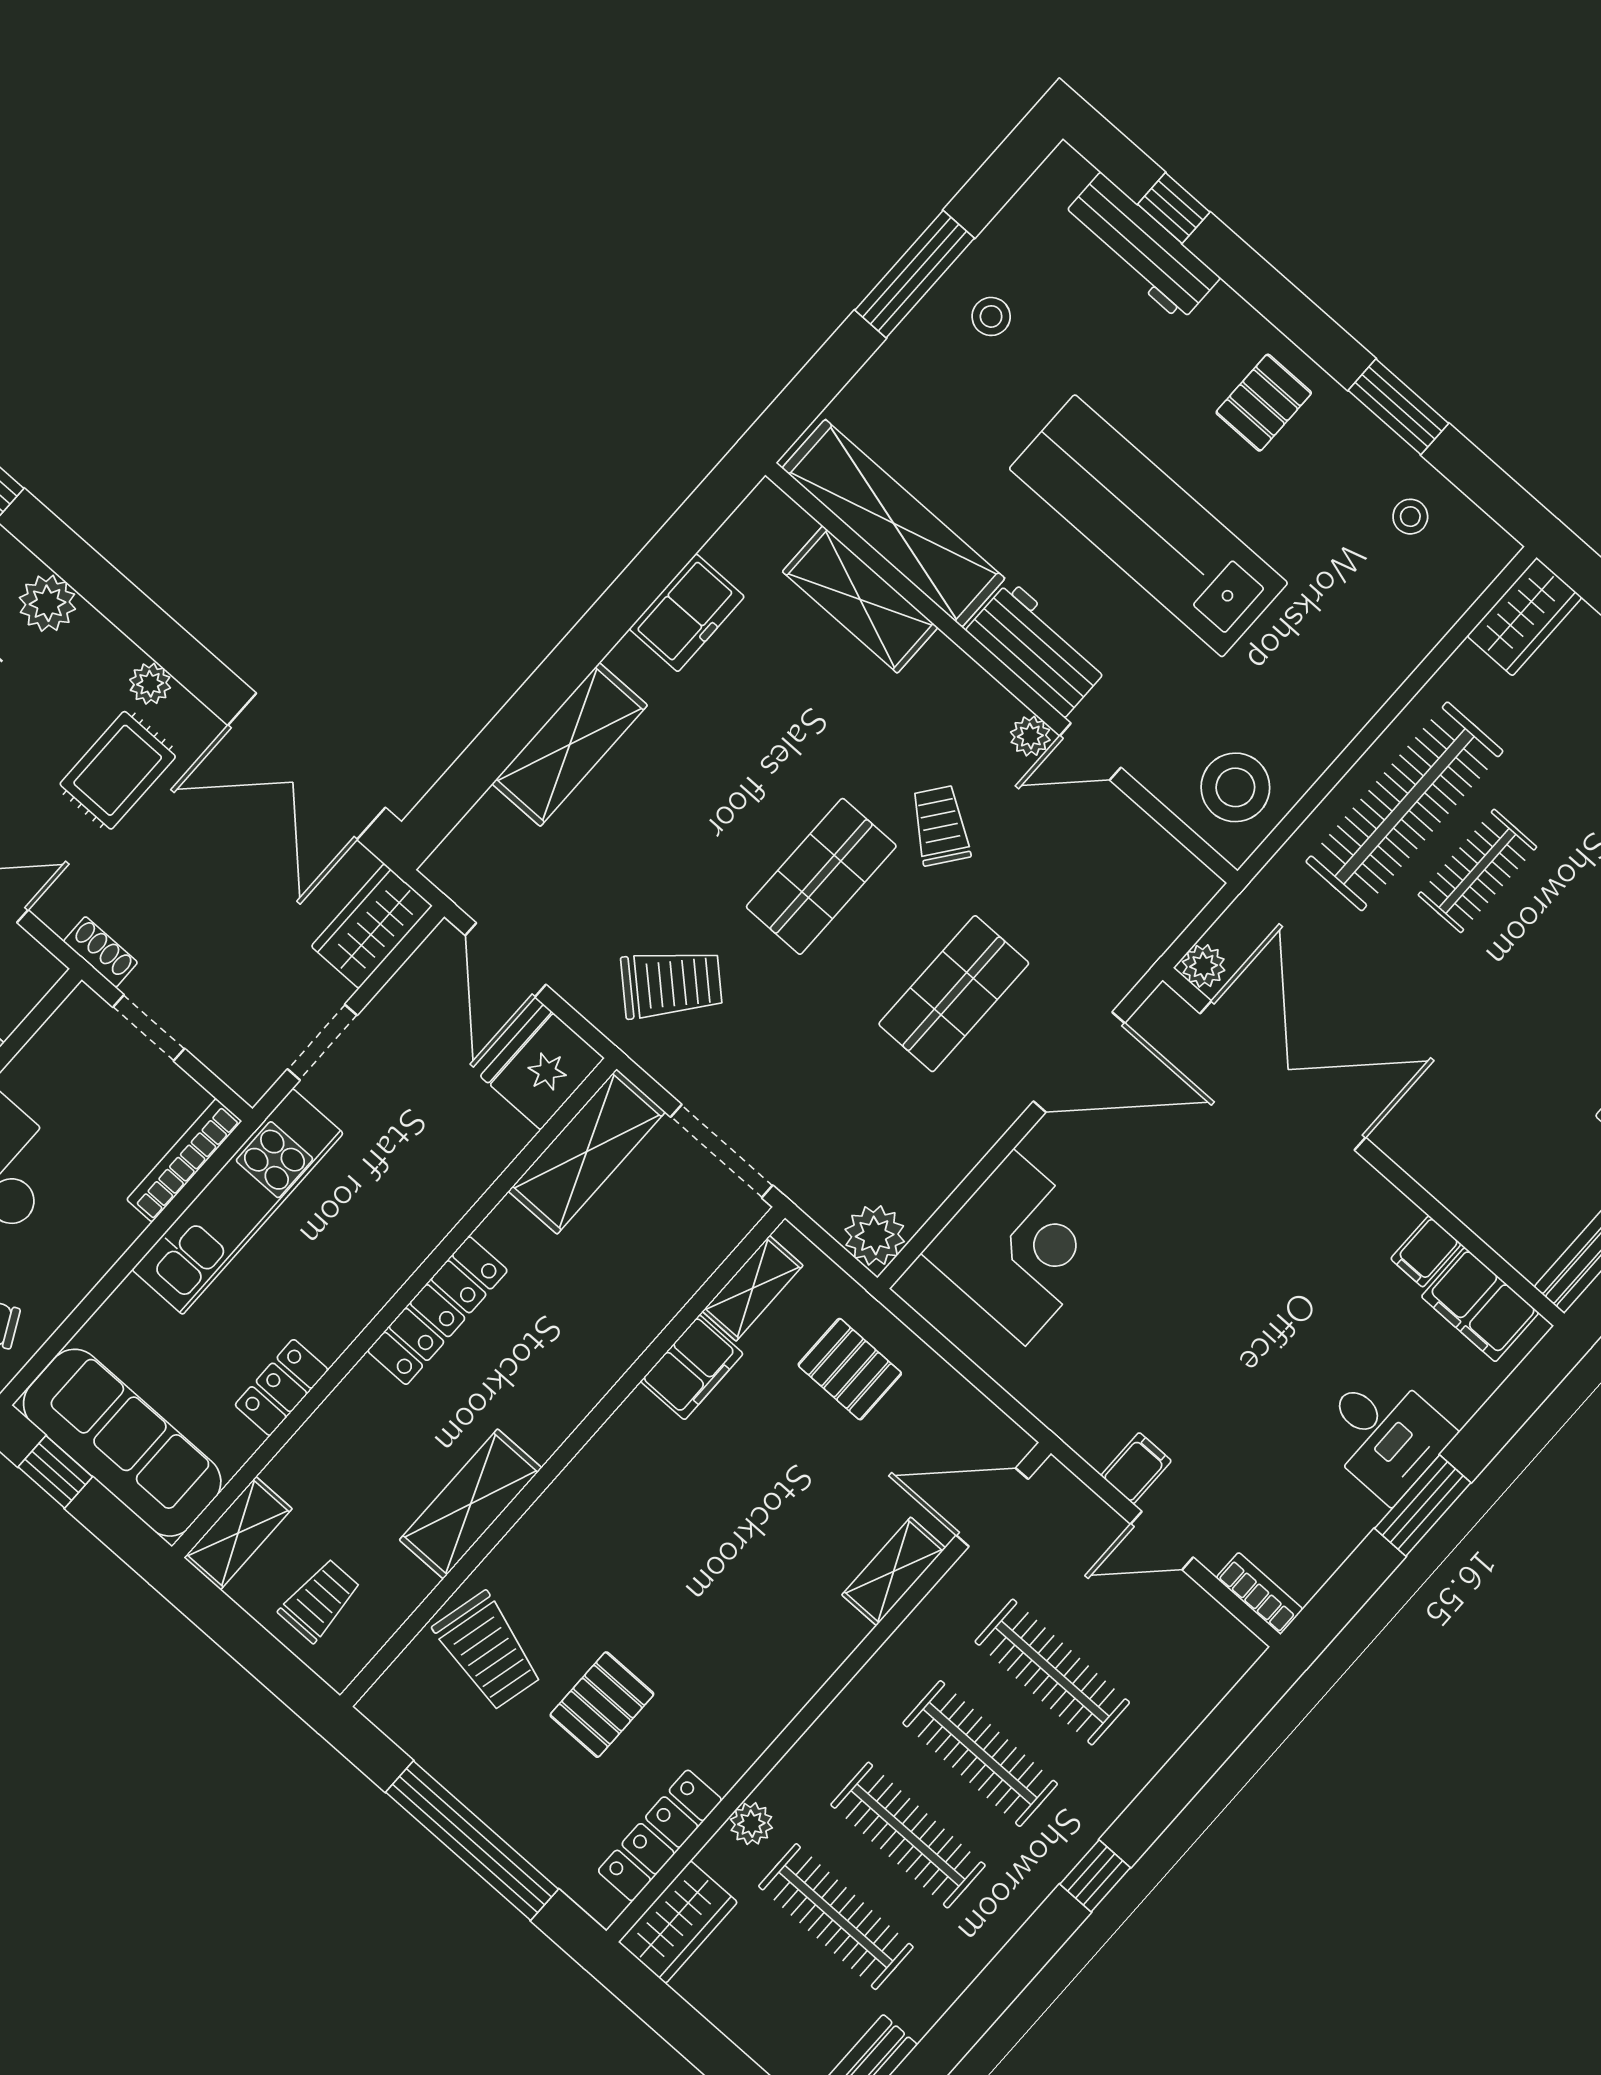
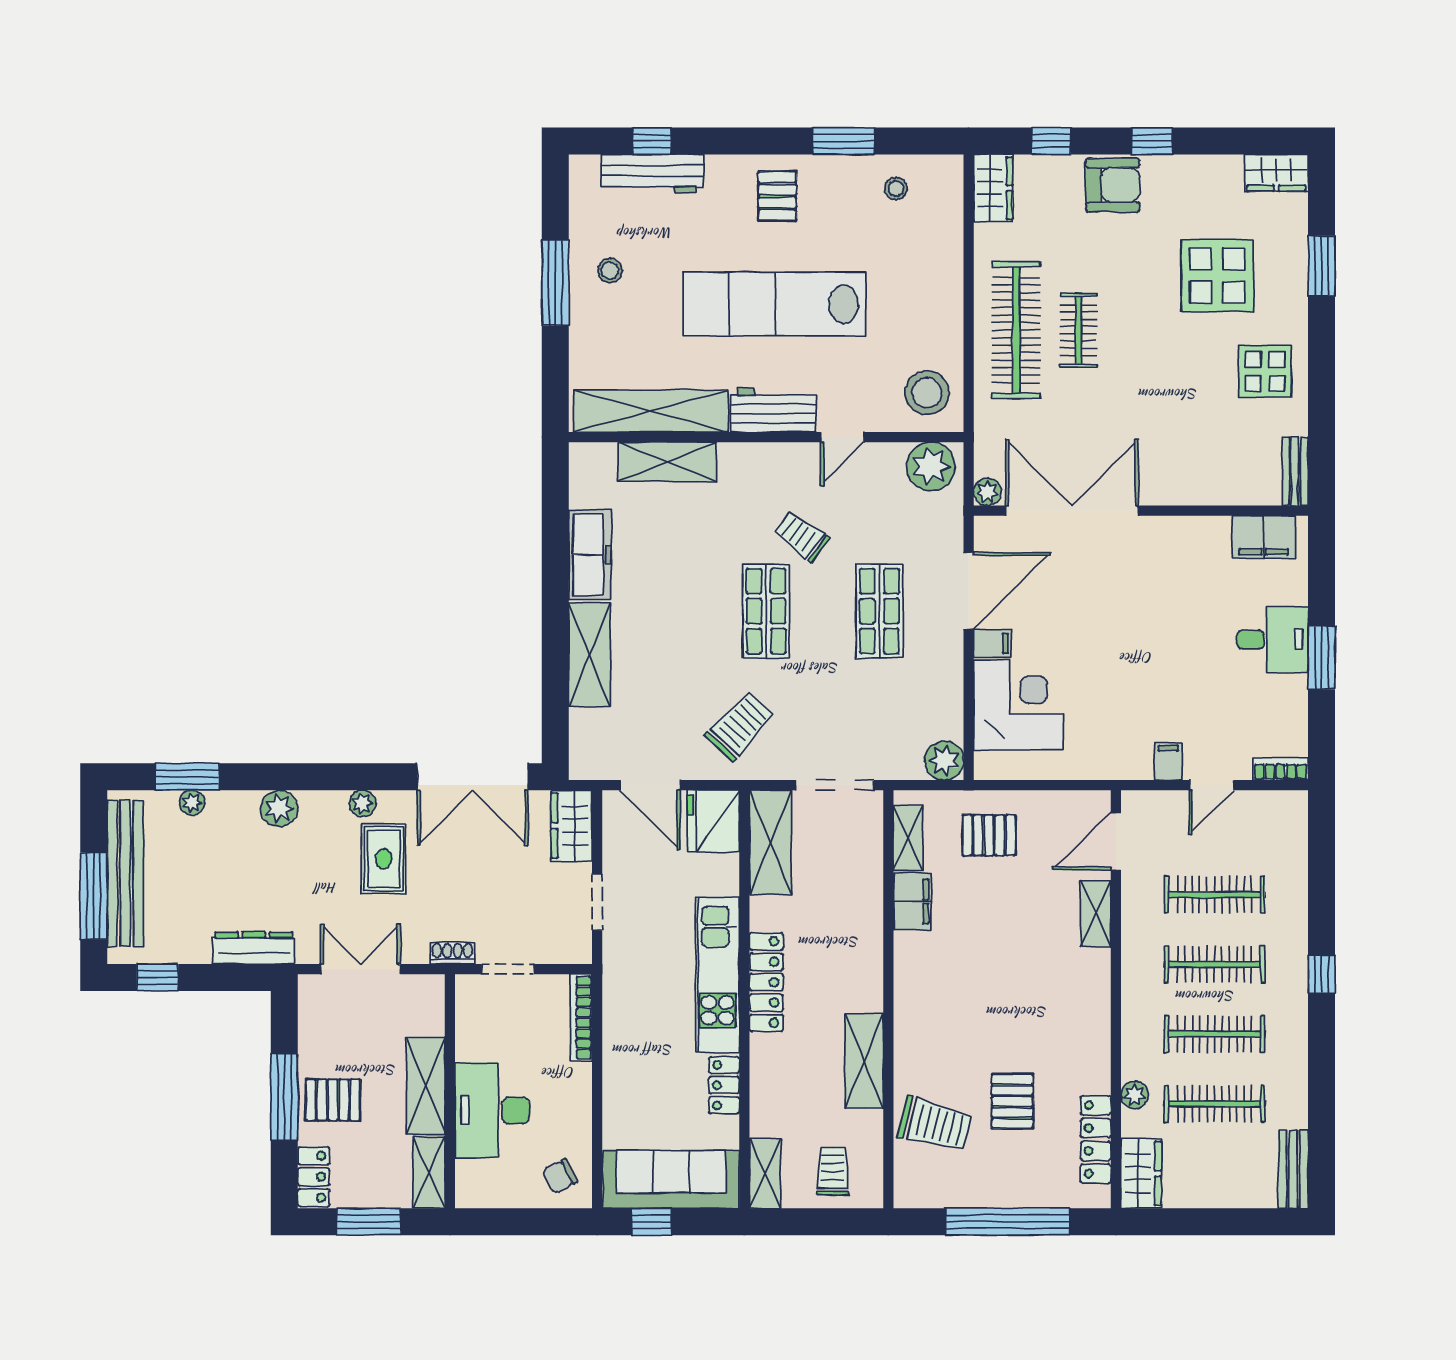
freezer: (687, 613) -> (590, 555), width x1.40
plant: (1030, 736) -> (931, 466), moved, width x1.88, depth x1.88
kitchen unit: (238, 1201) -> (717, 975), moved, turned 180
filing cabinet: (1426, 1251) -> (992, 643), moved, turned -90

